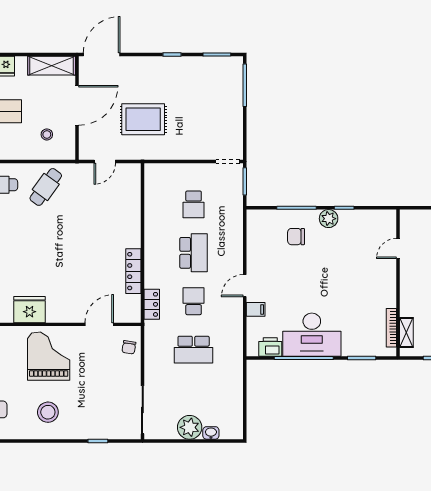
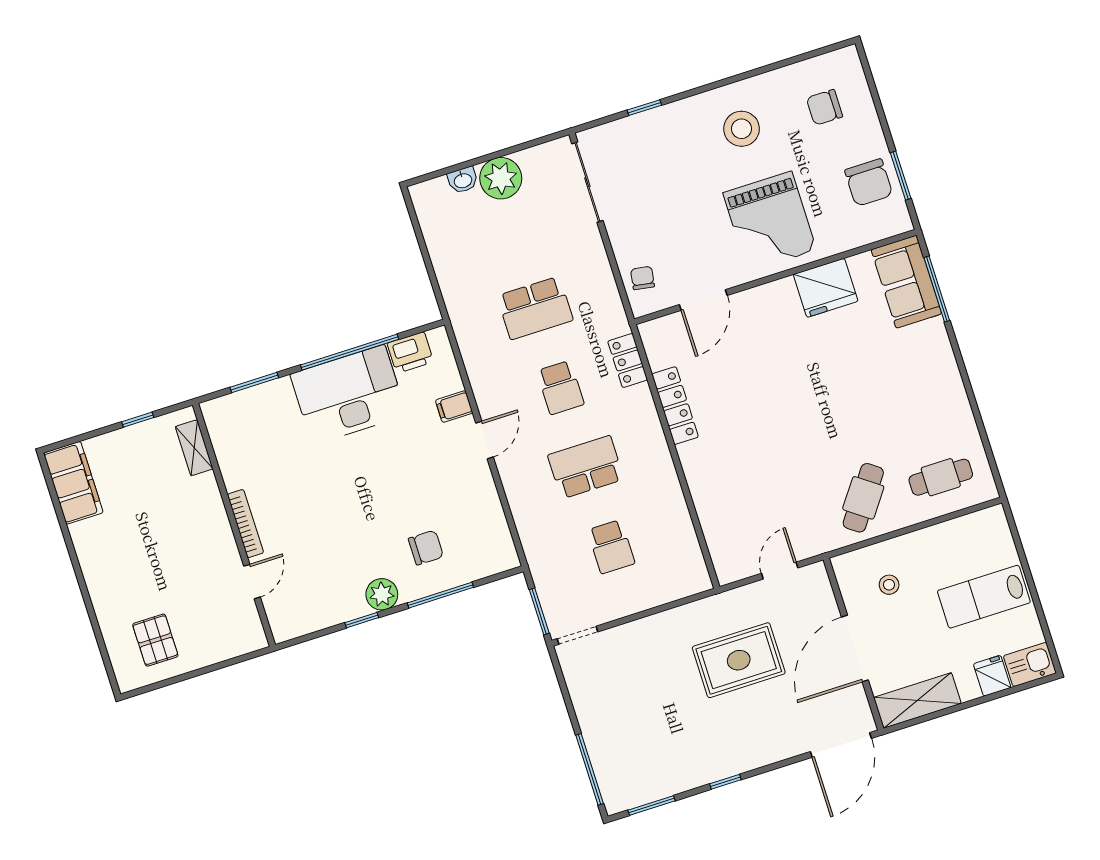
school desk: (194, 204) -> (611, 547), turned 180
school desk: (194, 253) -> (586, 467), turned 90
bookcase: (391, 328) -> (245, 524), moved
school desk: (194, 350) -> (535, 308), turned 180

